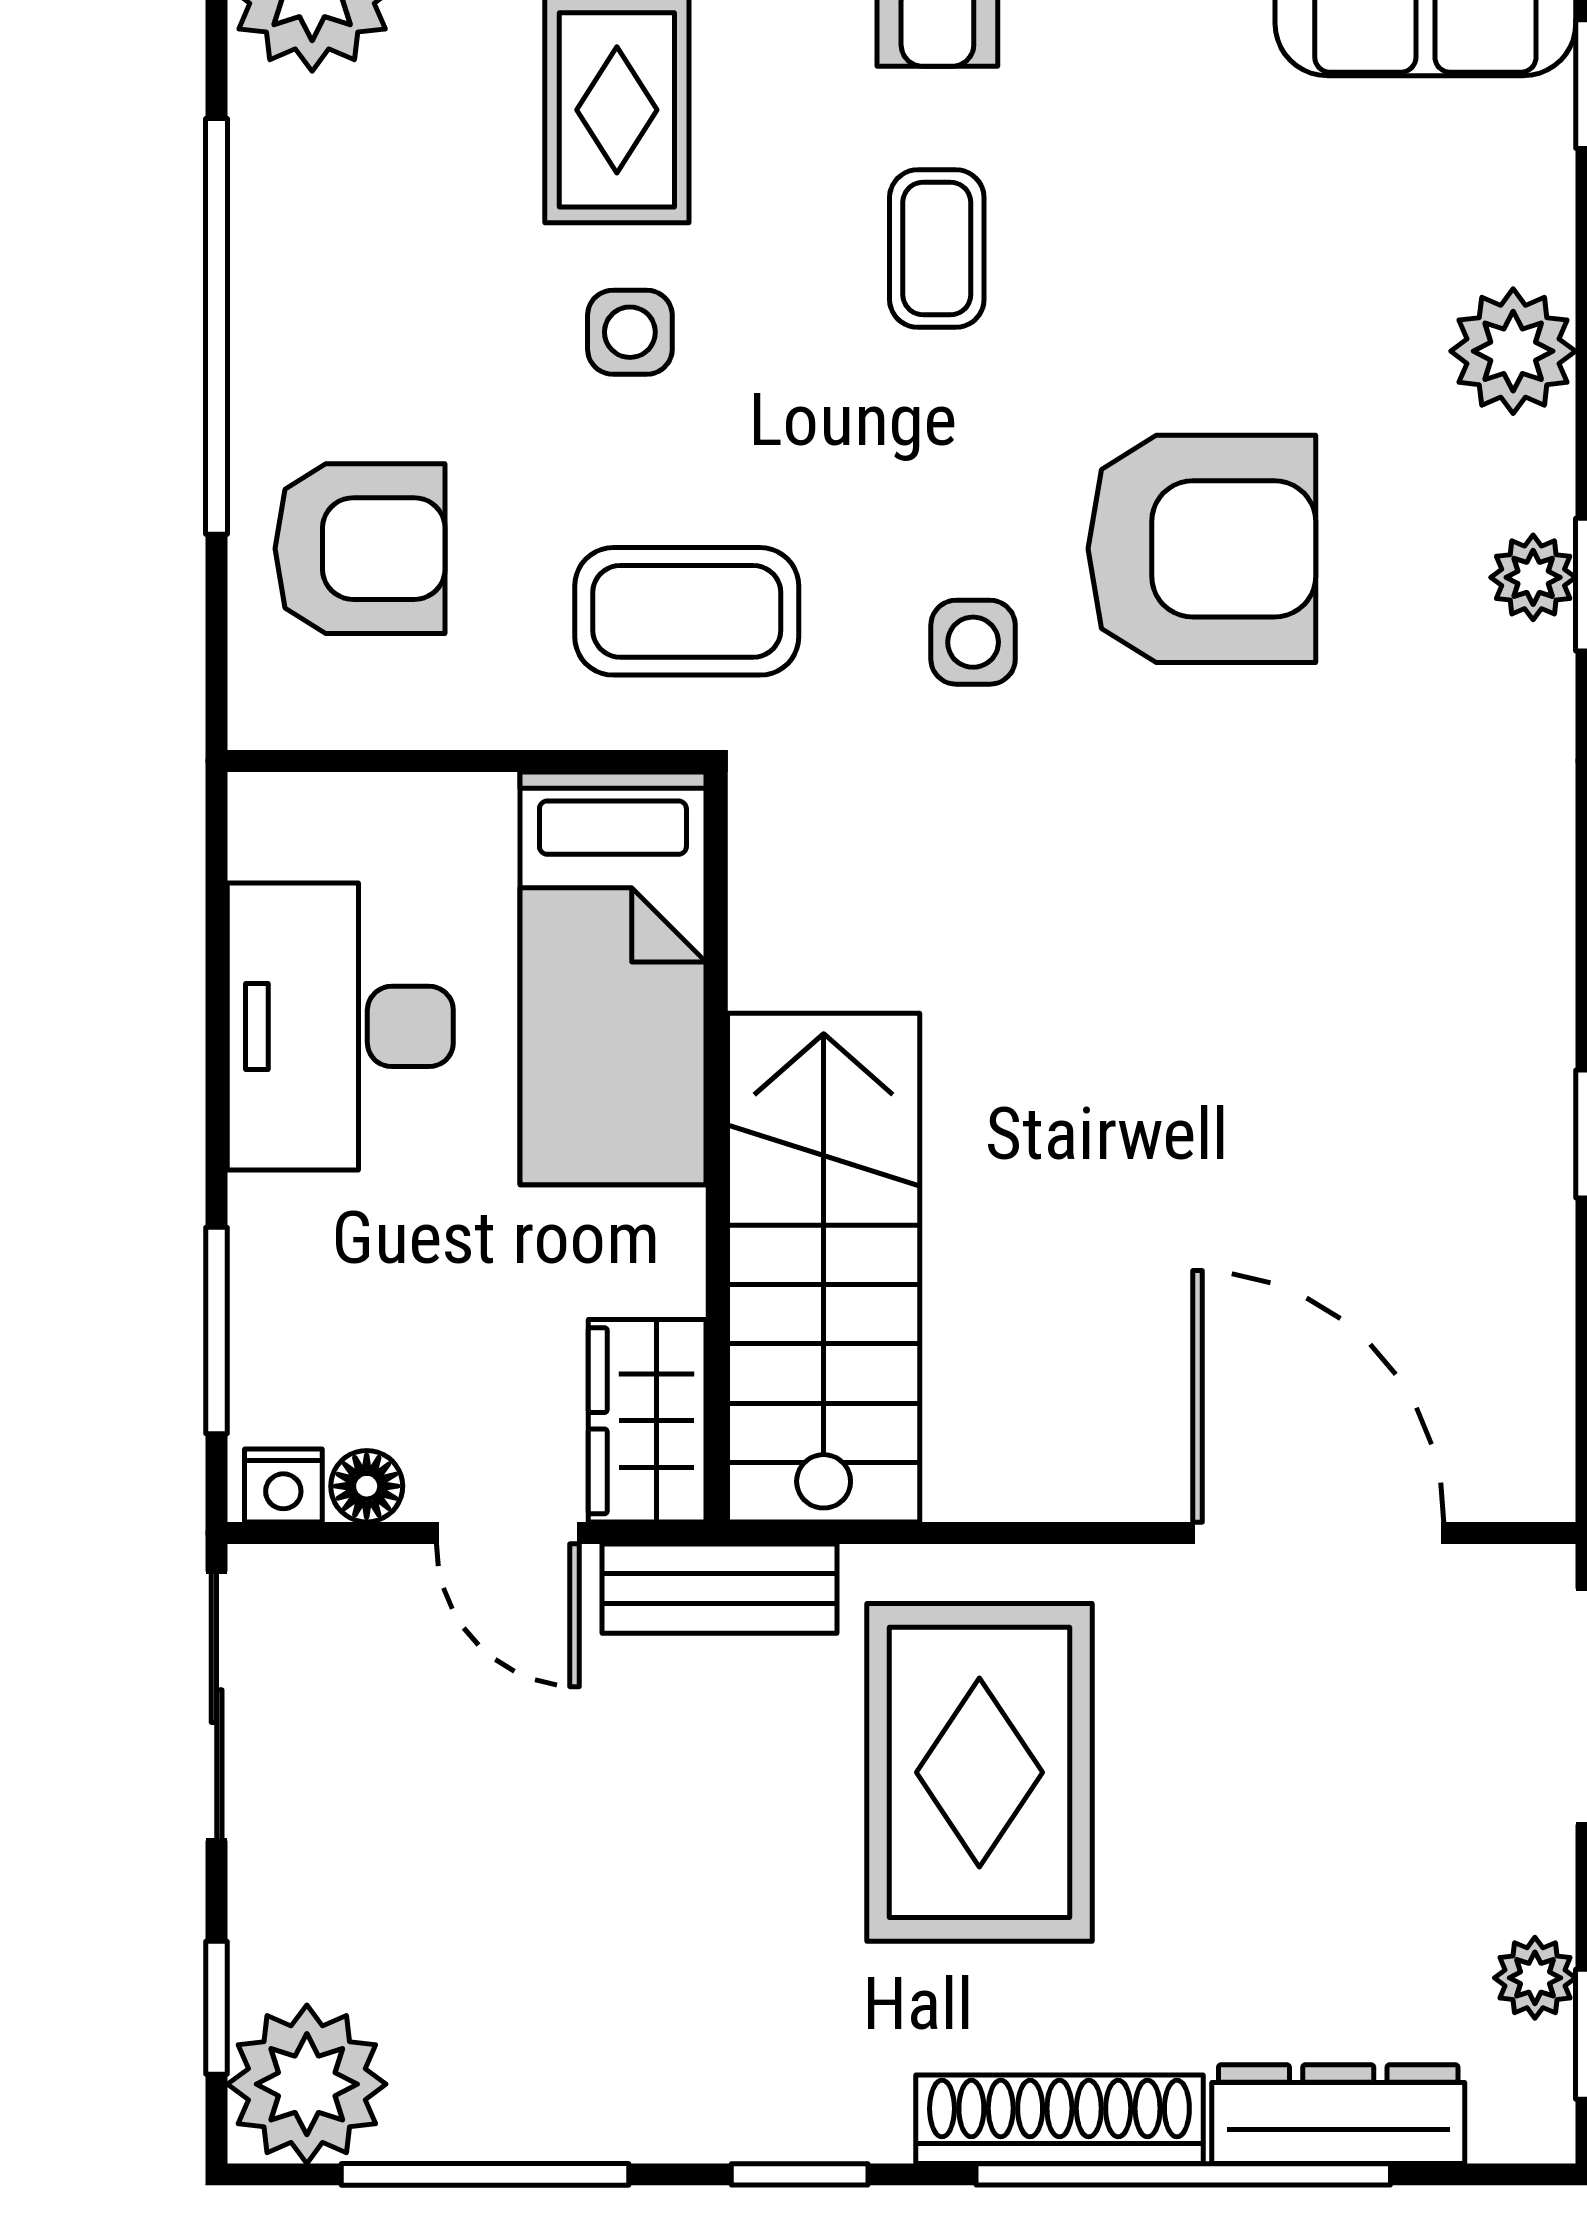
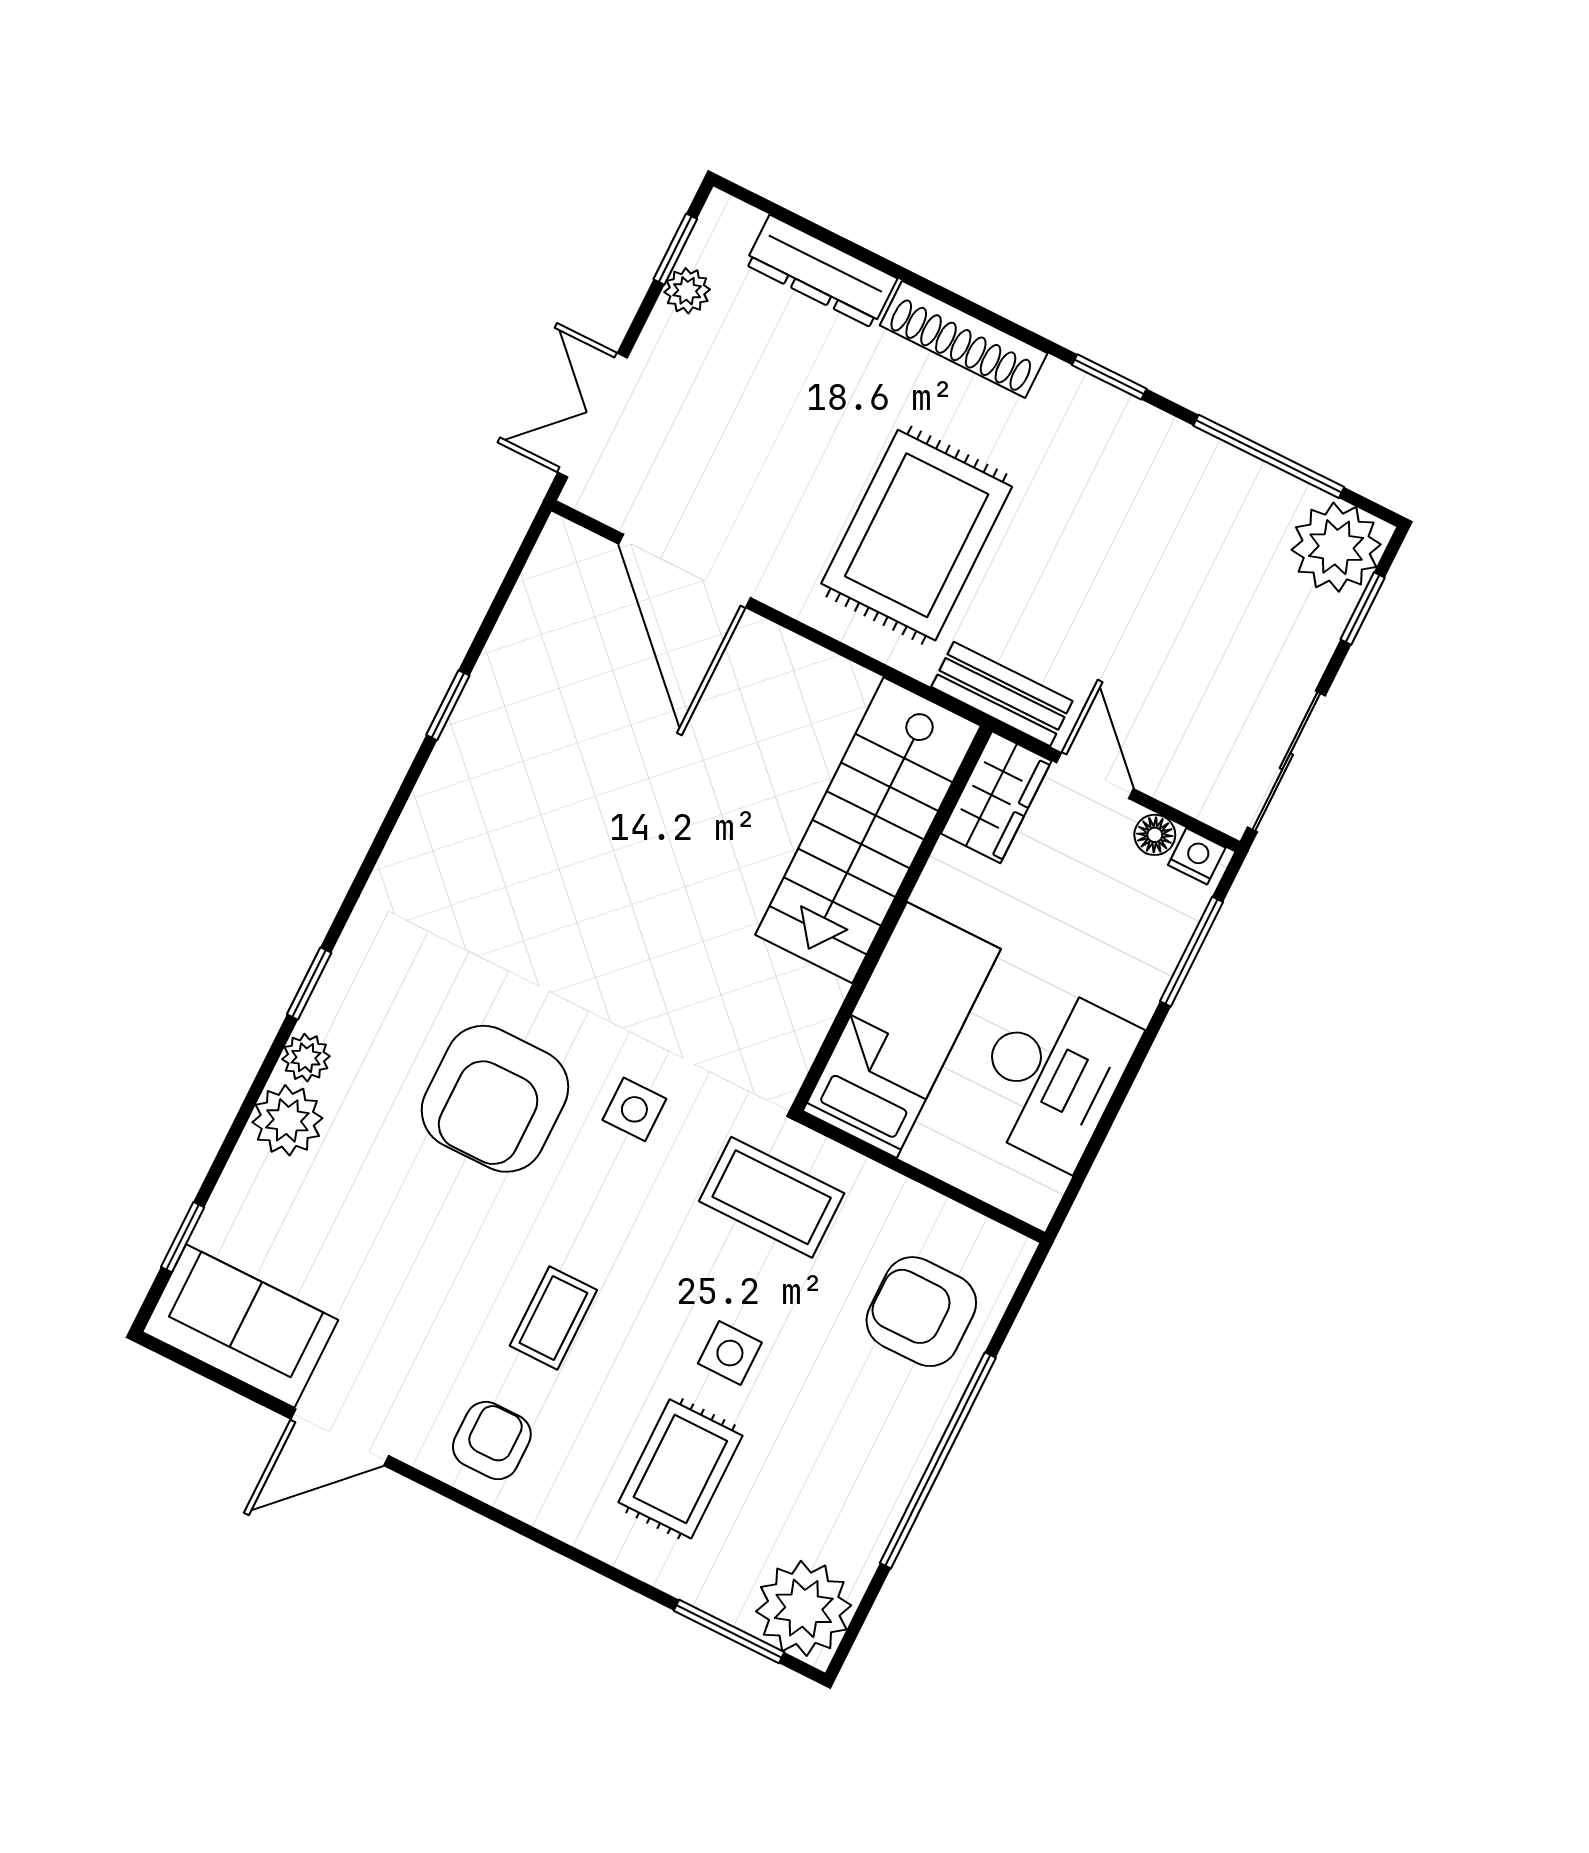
armchair: (1202, 549) -> (495, 1099), turned -90
plant: (1533, 577) -> (306, 1058), moved
window: (1183, 2174) -> (915, 280), removed

